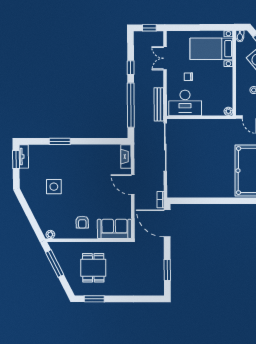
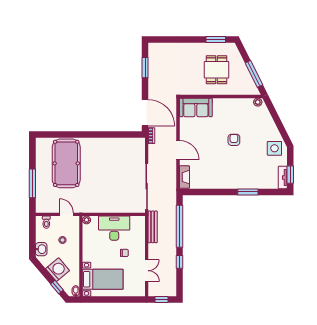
desk: (185, 103) -> (114, 228), moved
side table: (54, 187) -> (274, 148), moved
armchair: (82, 222) -> (234, 140), moved

